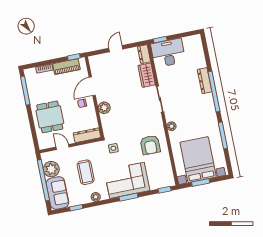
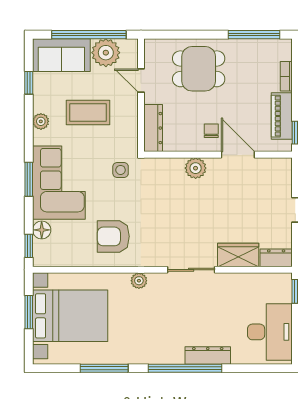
desk: (168, 53) -> (270, 332), moved
door: (63, 147) -> (141, 80), swing flipped
floor lamp: (155, 185) -> (42, 230), added

